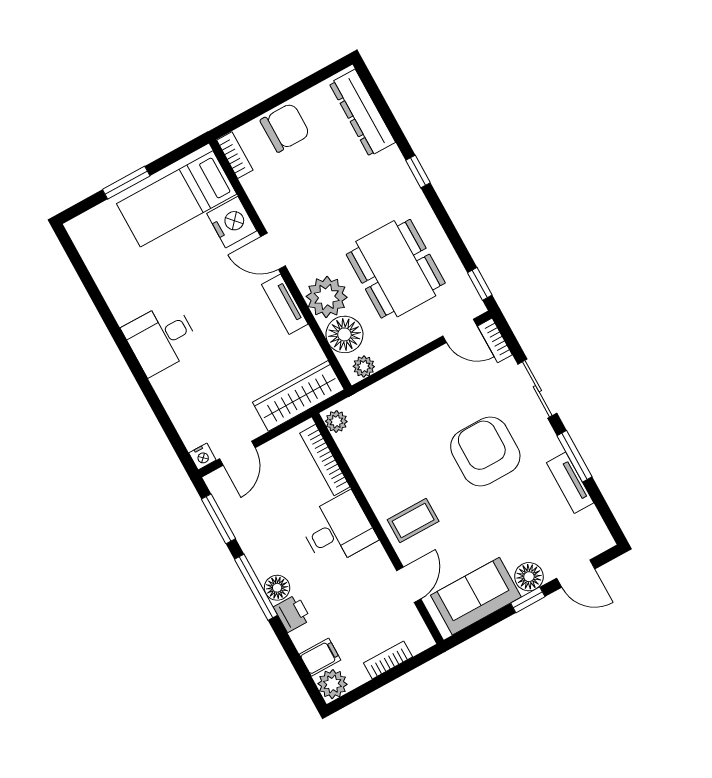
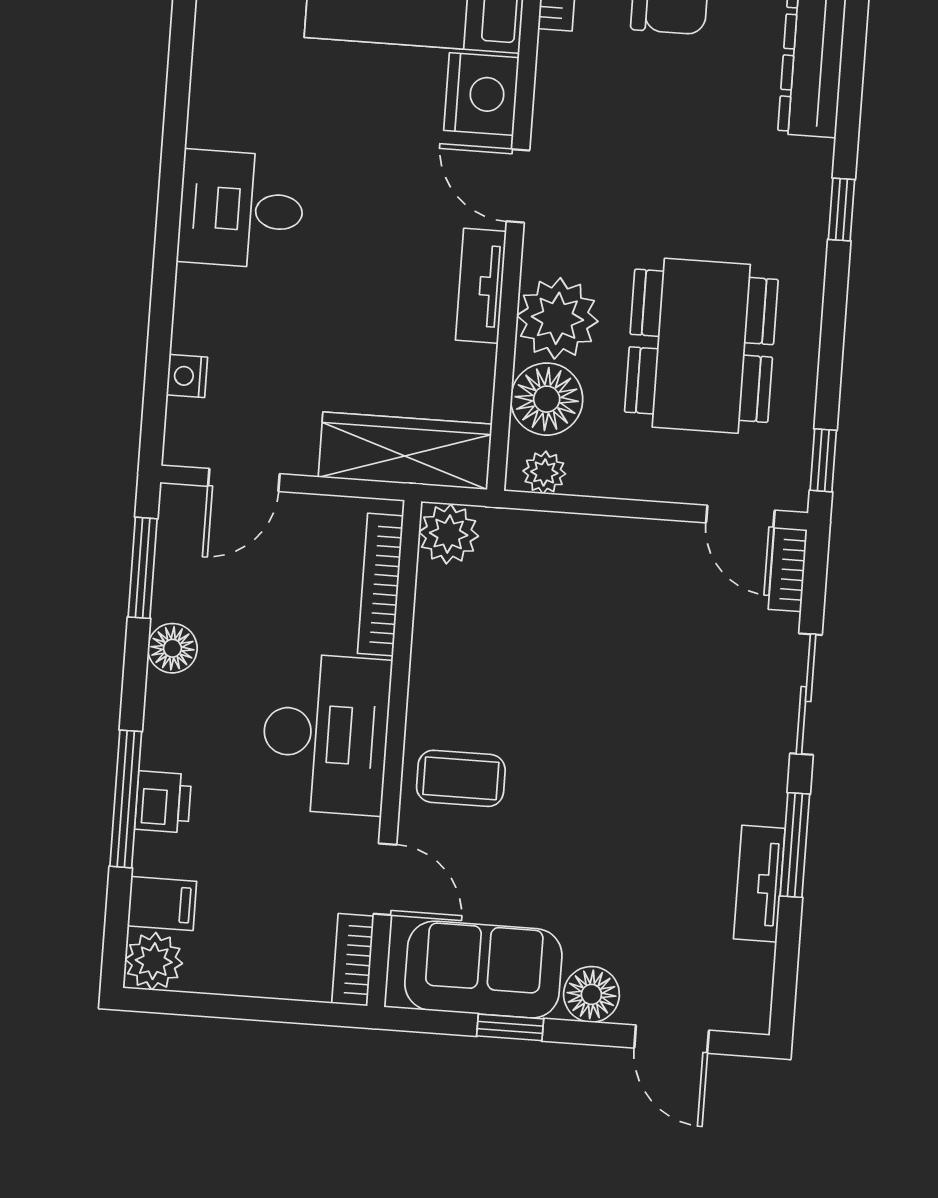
plant: (336, 421) -> (449, 534), width x1.38, depth x1.38
armchair: (485, 452) -> (653, 742), removed
nightstand: (202, 457) -> (187, 376), moved, turned 90
desk: (338, 530) -> (326, 734), width x1.37
door: (409, 585) -> (385, 879), hinge flipped
window: (256, 587) -> (126, 799), moved
floor lamp: (277, 588) -> (172, 648), moved
window: (528, 600) -> (510, 1027), moved
bookcase: (388, 660) -> (353, 960), moved, turned -90

